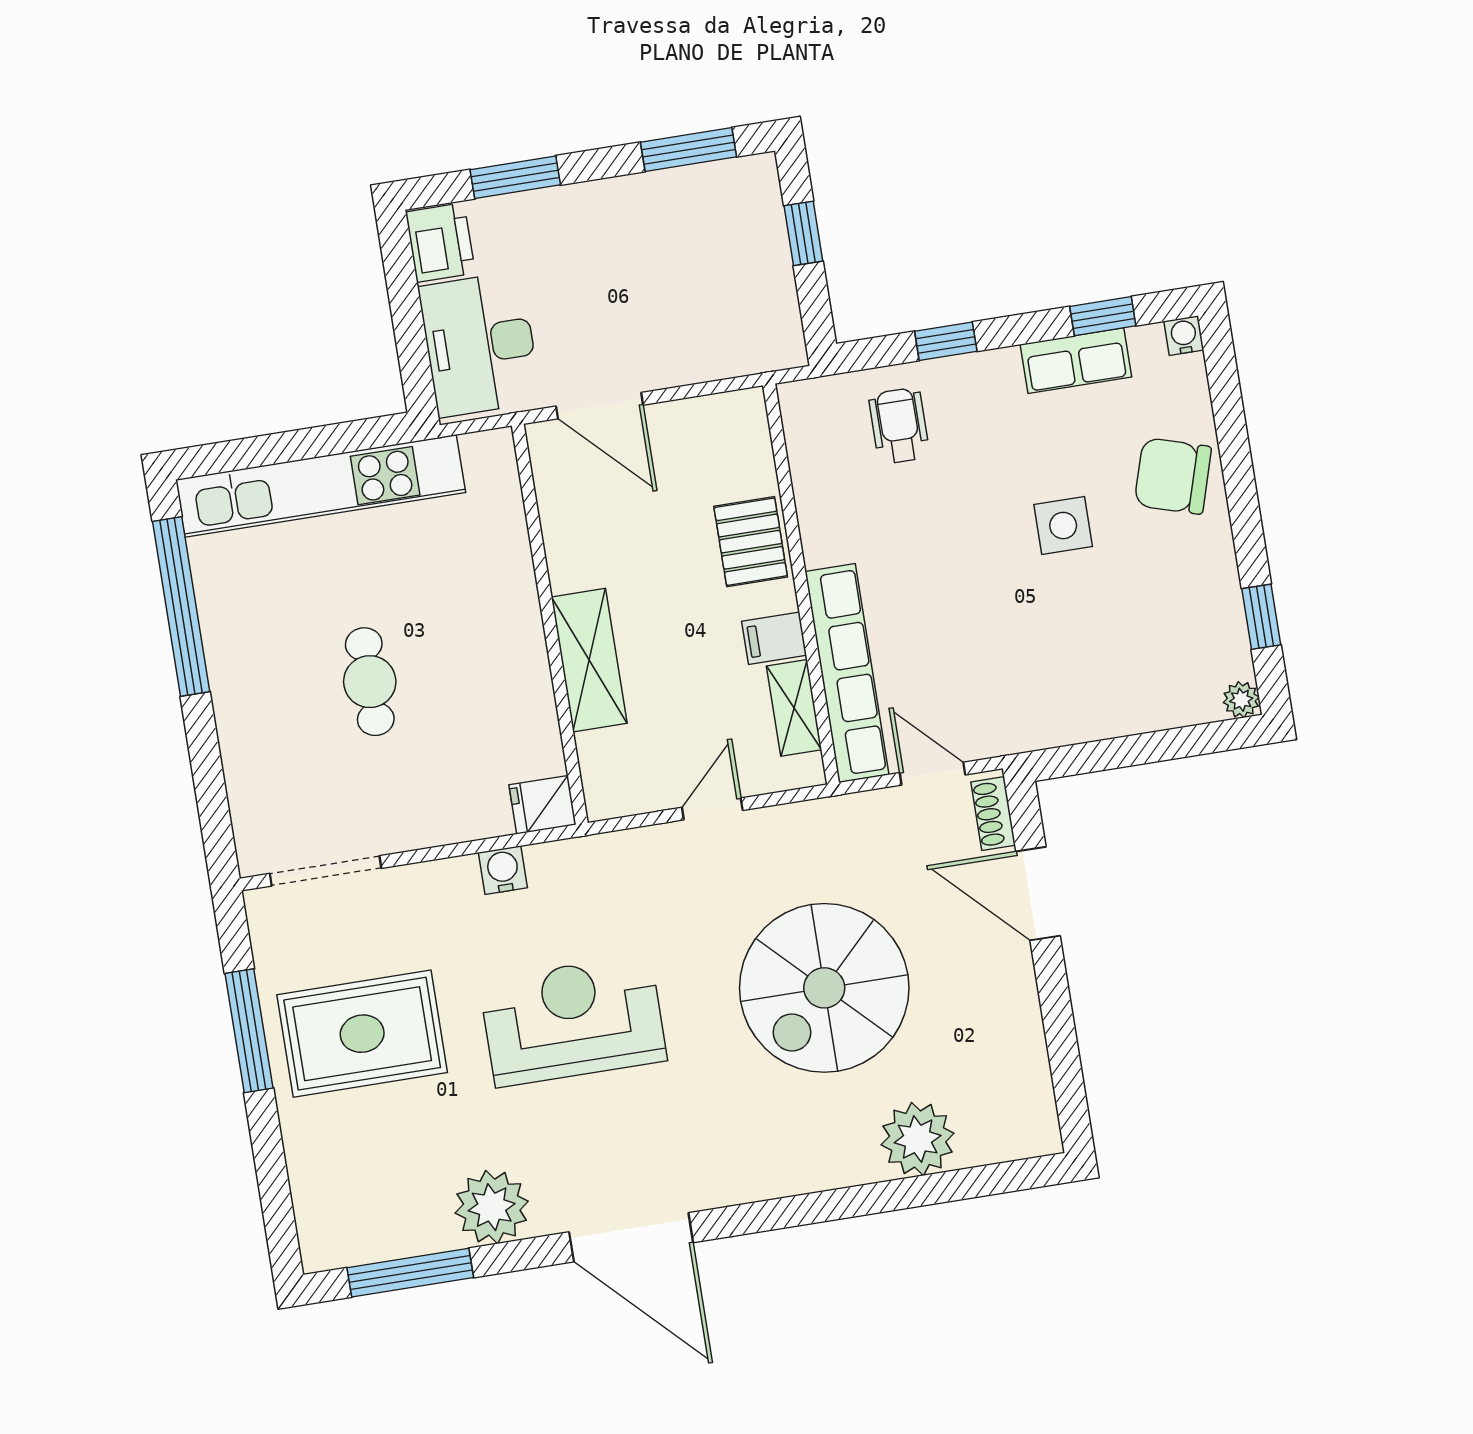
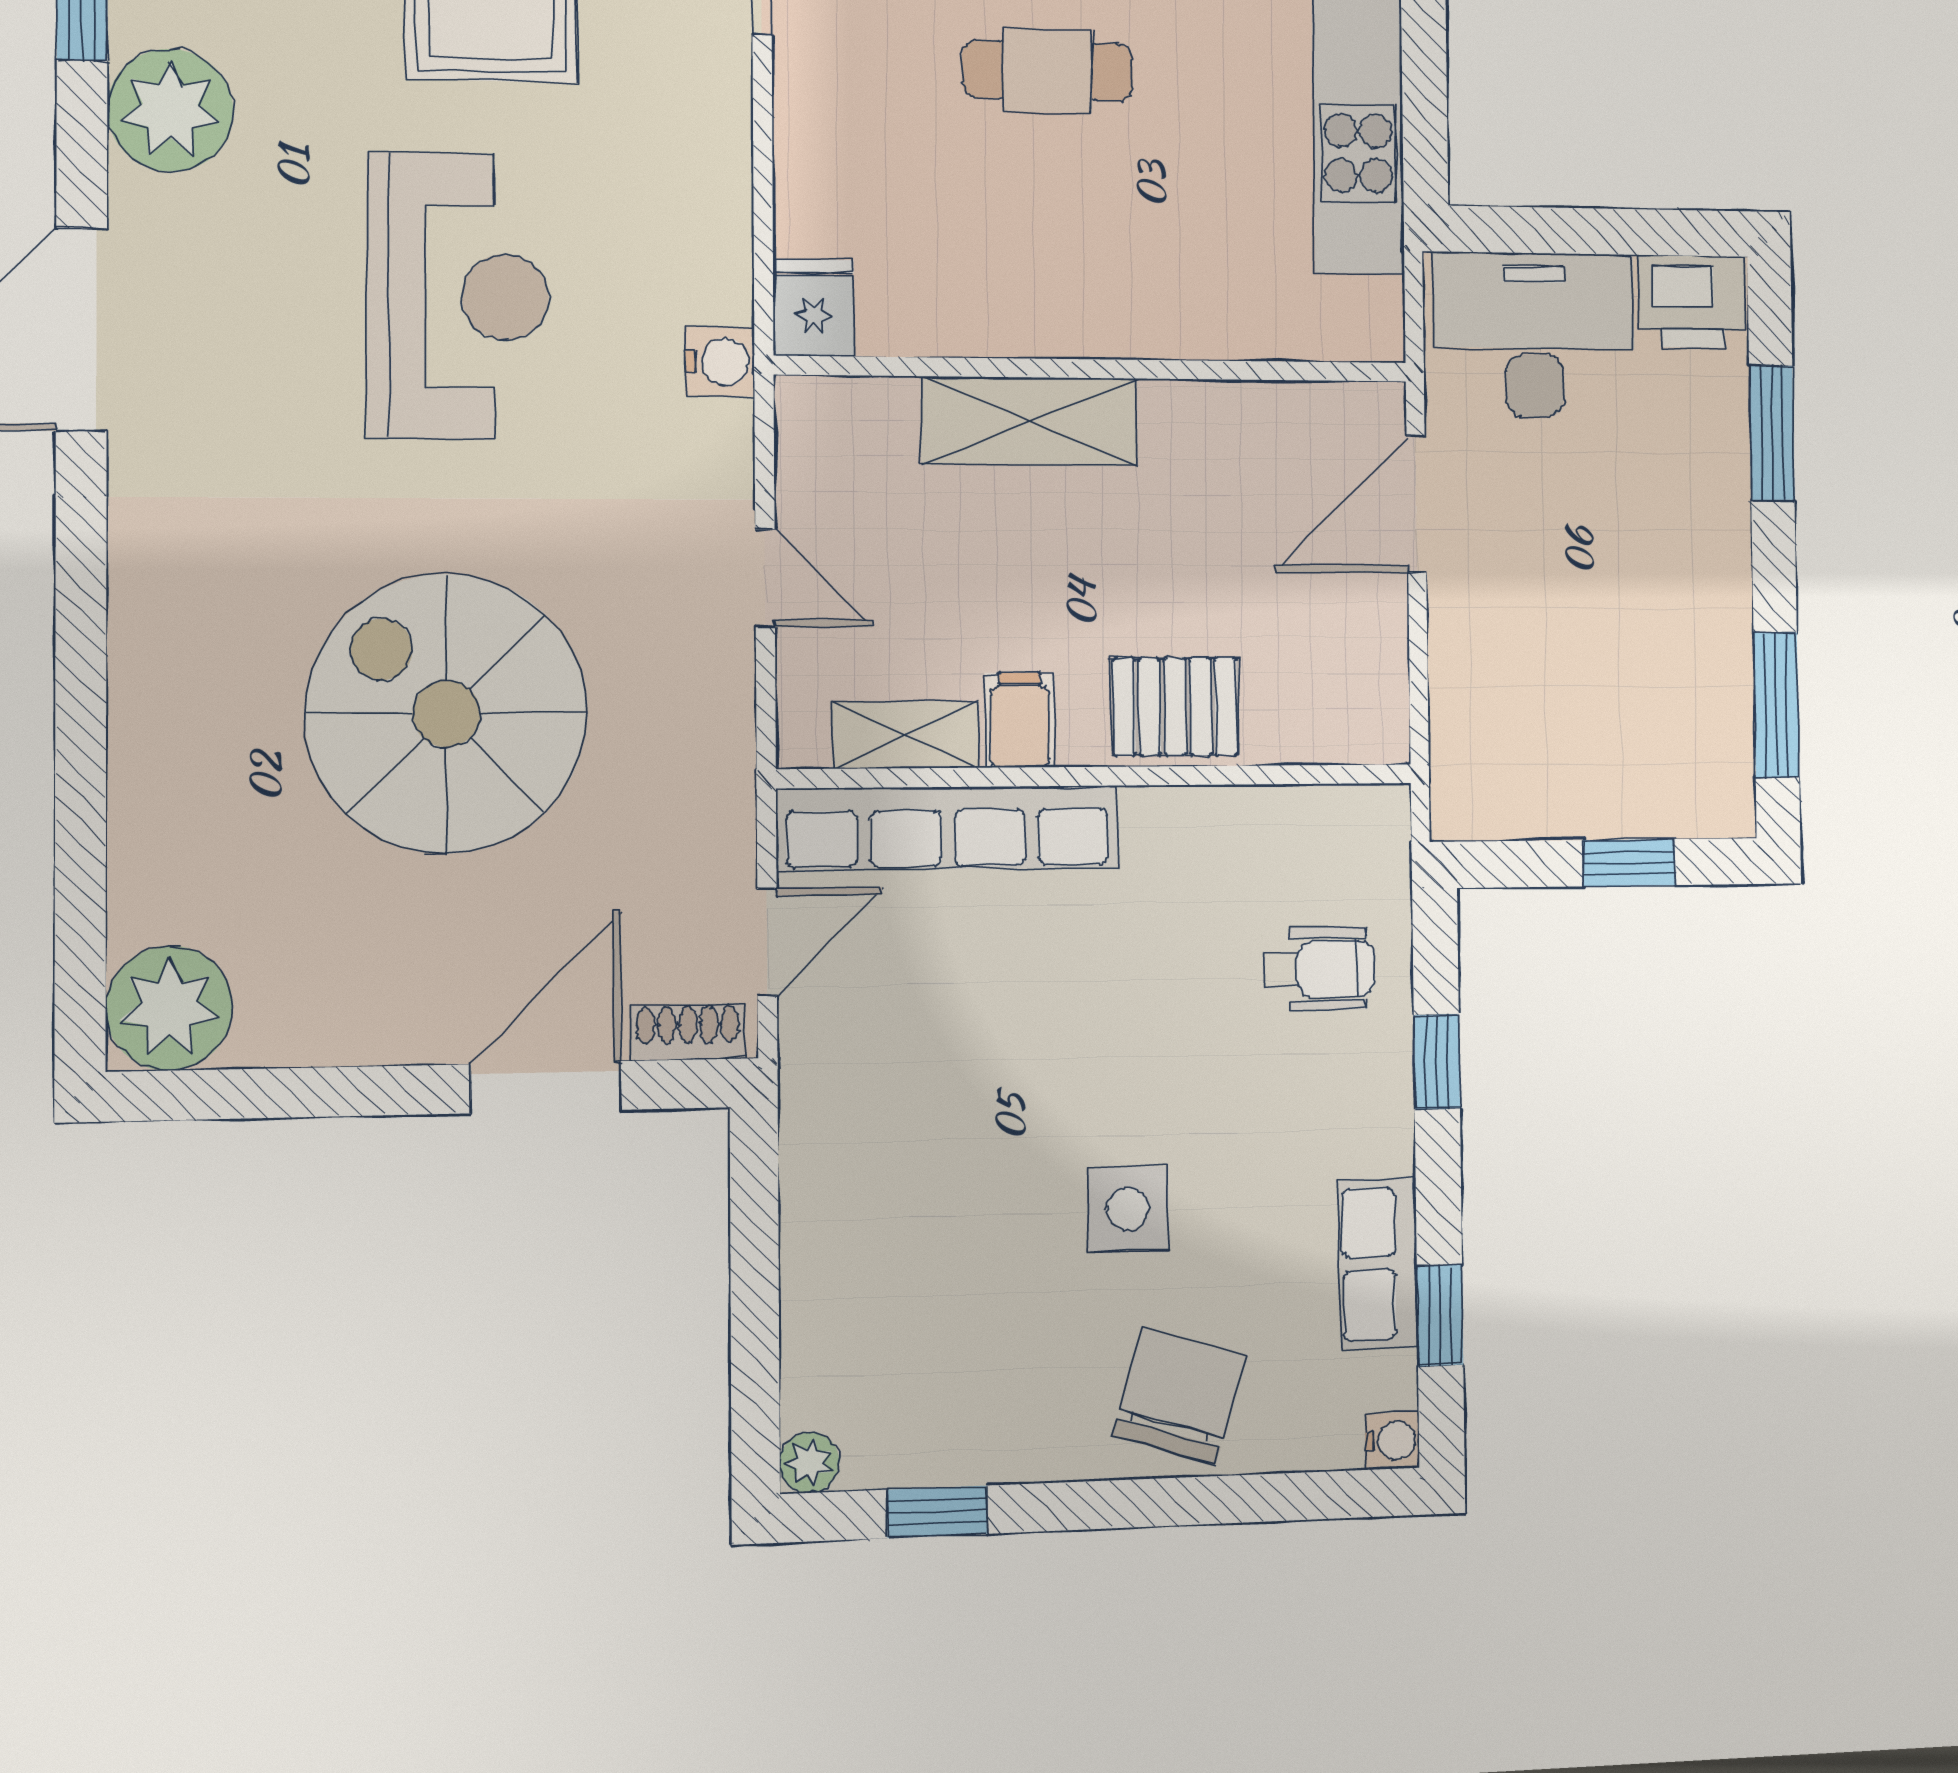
water cooler: (503, 870) -> (720, 362), moved
plant: (918, 1139) -> (169, 1008), moved

